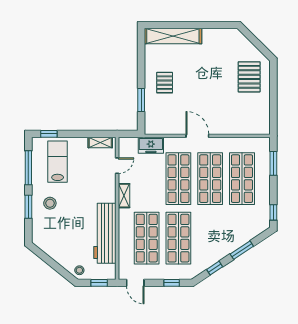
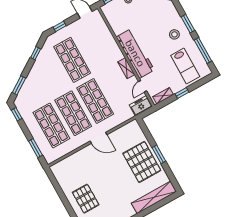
pallet: (165, 83) -> (142, 162), width x2.05, depth x2.00
window: (141, 100) -> (159, 154), moved
window: (49, 134) -> (182, 93), moved
freezer: (151, 145) -> (141, 106), moved
workbench: (105, 233) -> (135, 53), moved
shop shelf: (147, 238) -> (94, 48), removed
window: (242, 250) -> (19, 85), moved

